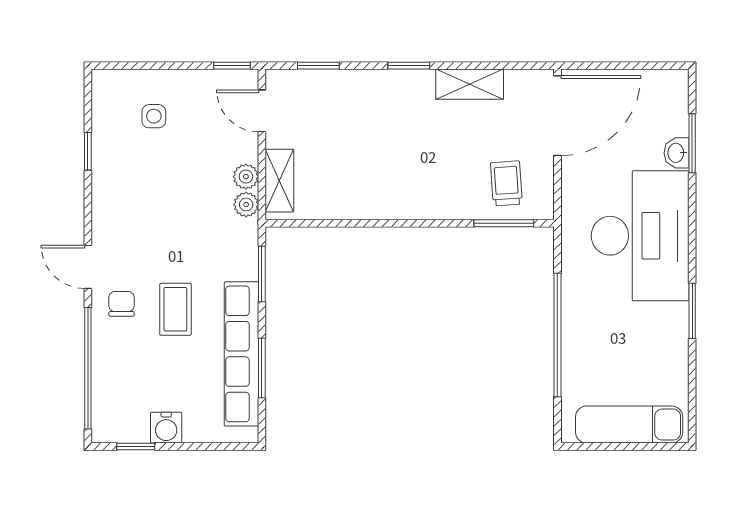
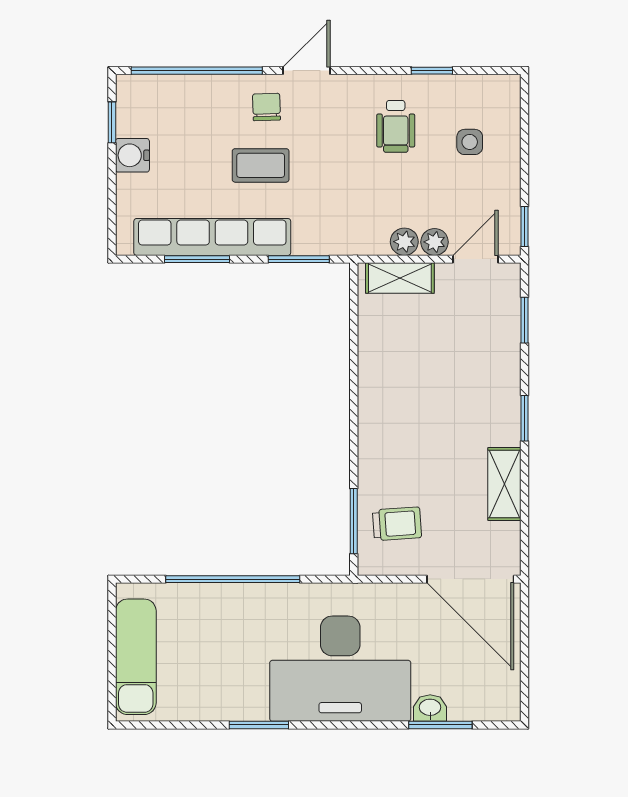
wheelchair: (139, 185) -> (396, 126), added
plant: (246, 205) -> (435, 242), moved
chair: (121, 304) -> (266, 107), turned -92

